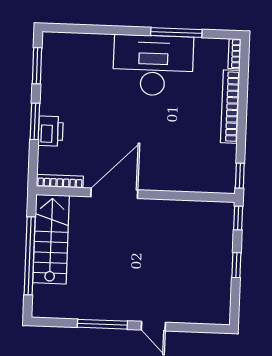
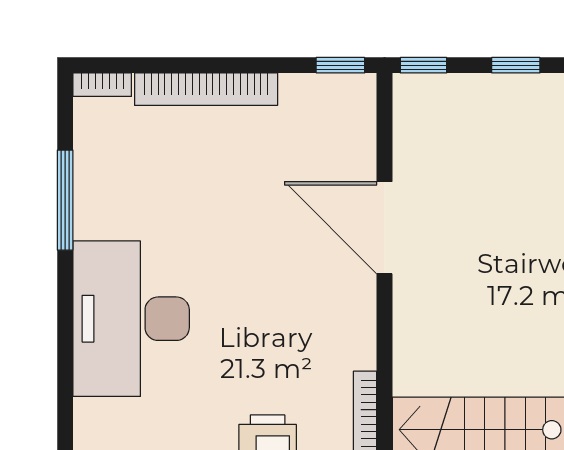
desk: (153, 65) -> (131, 319), moved
door: (114, 193) -> (385, 228), moved

